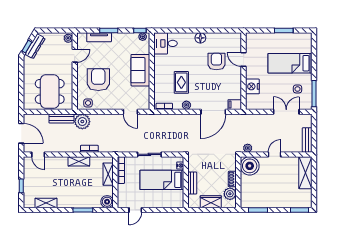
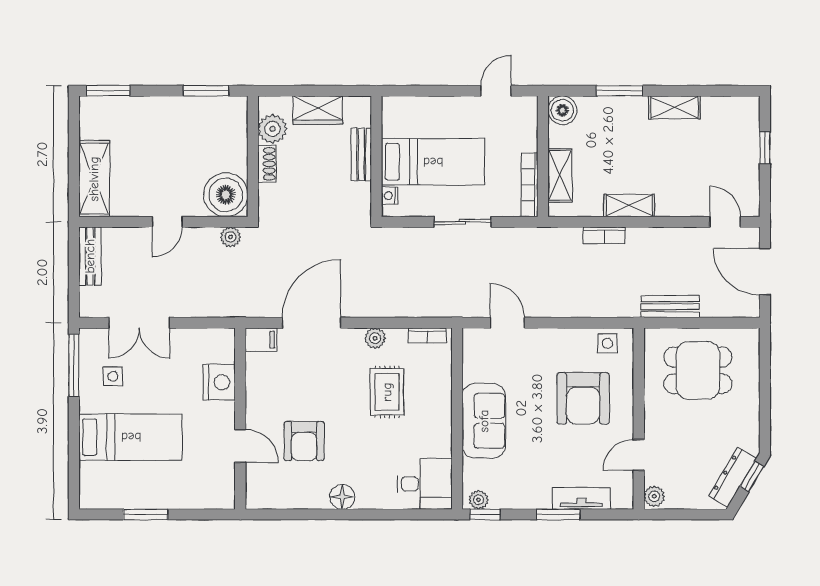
dining table: (50, 91) -> (698, 370), width x0.73
plant: (82, 122) -> (621, 300), removed
shelving: (46, 203) -> (674, 107), moved

